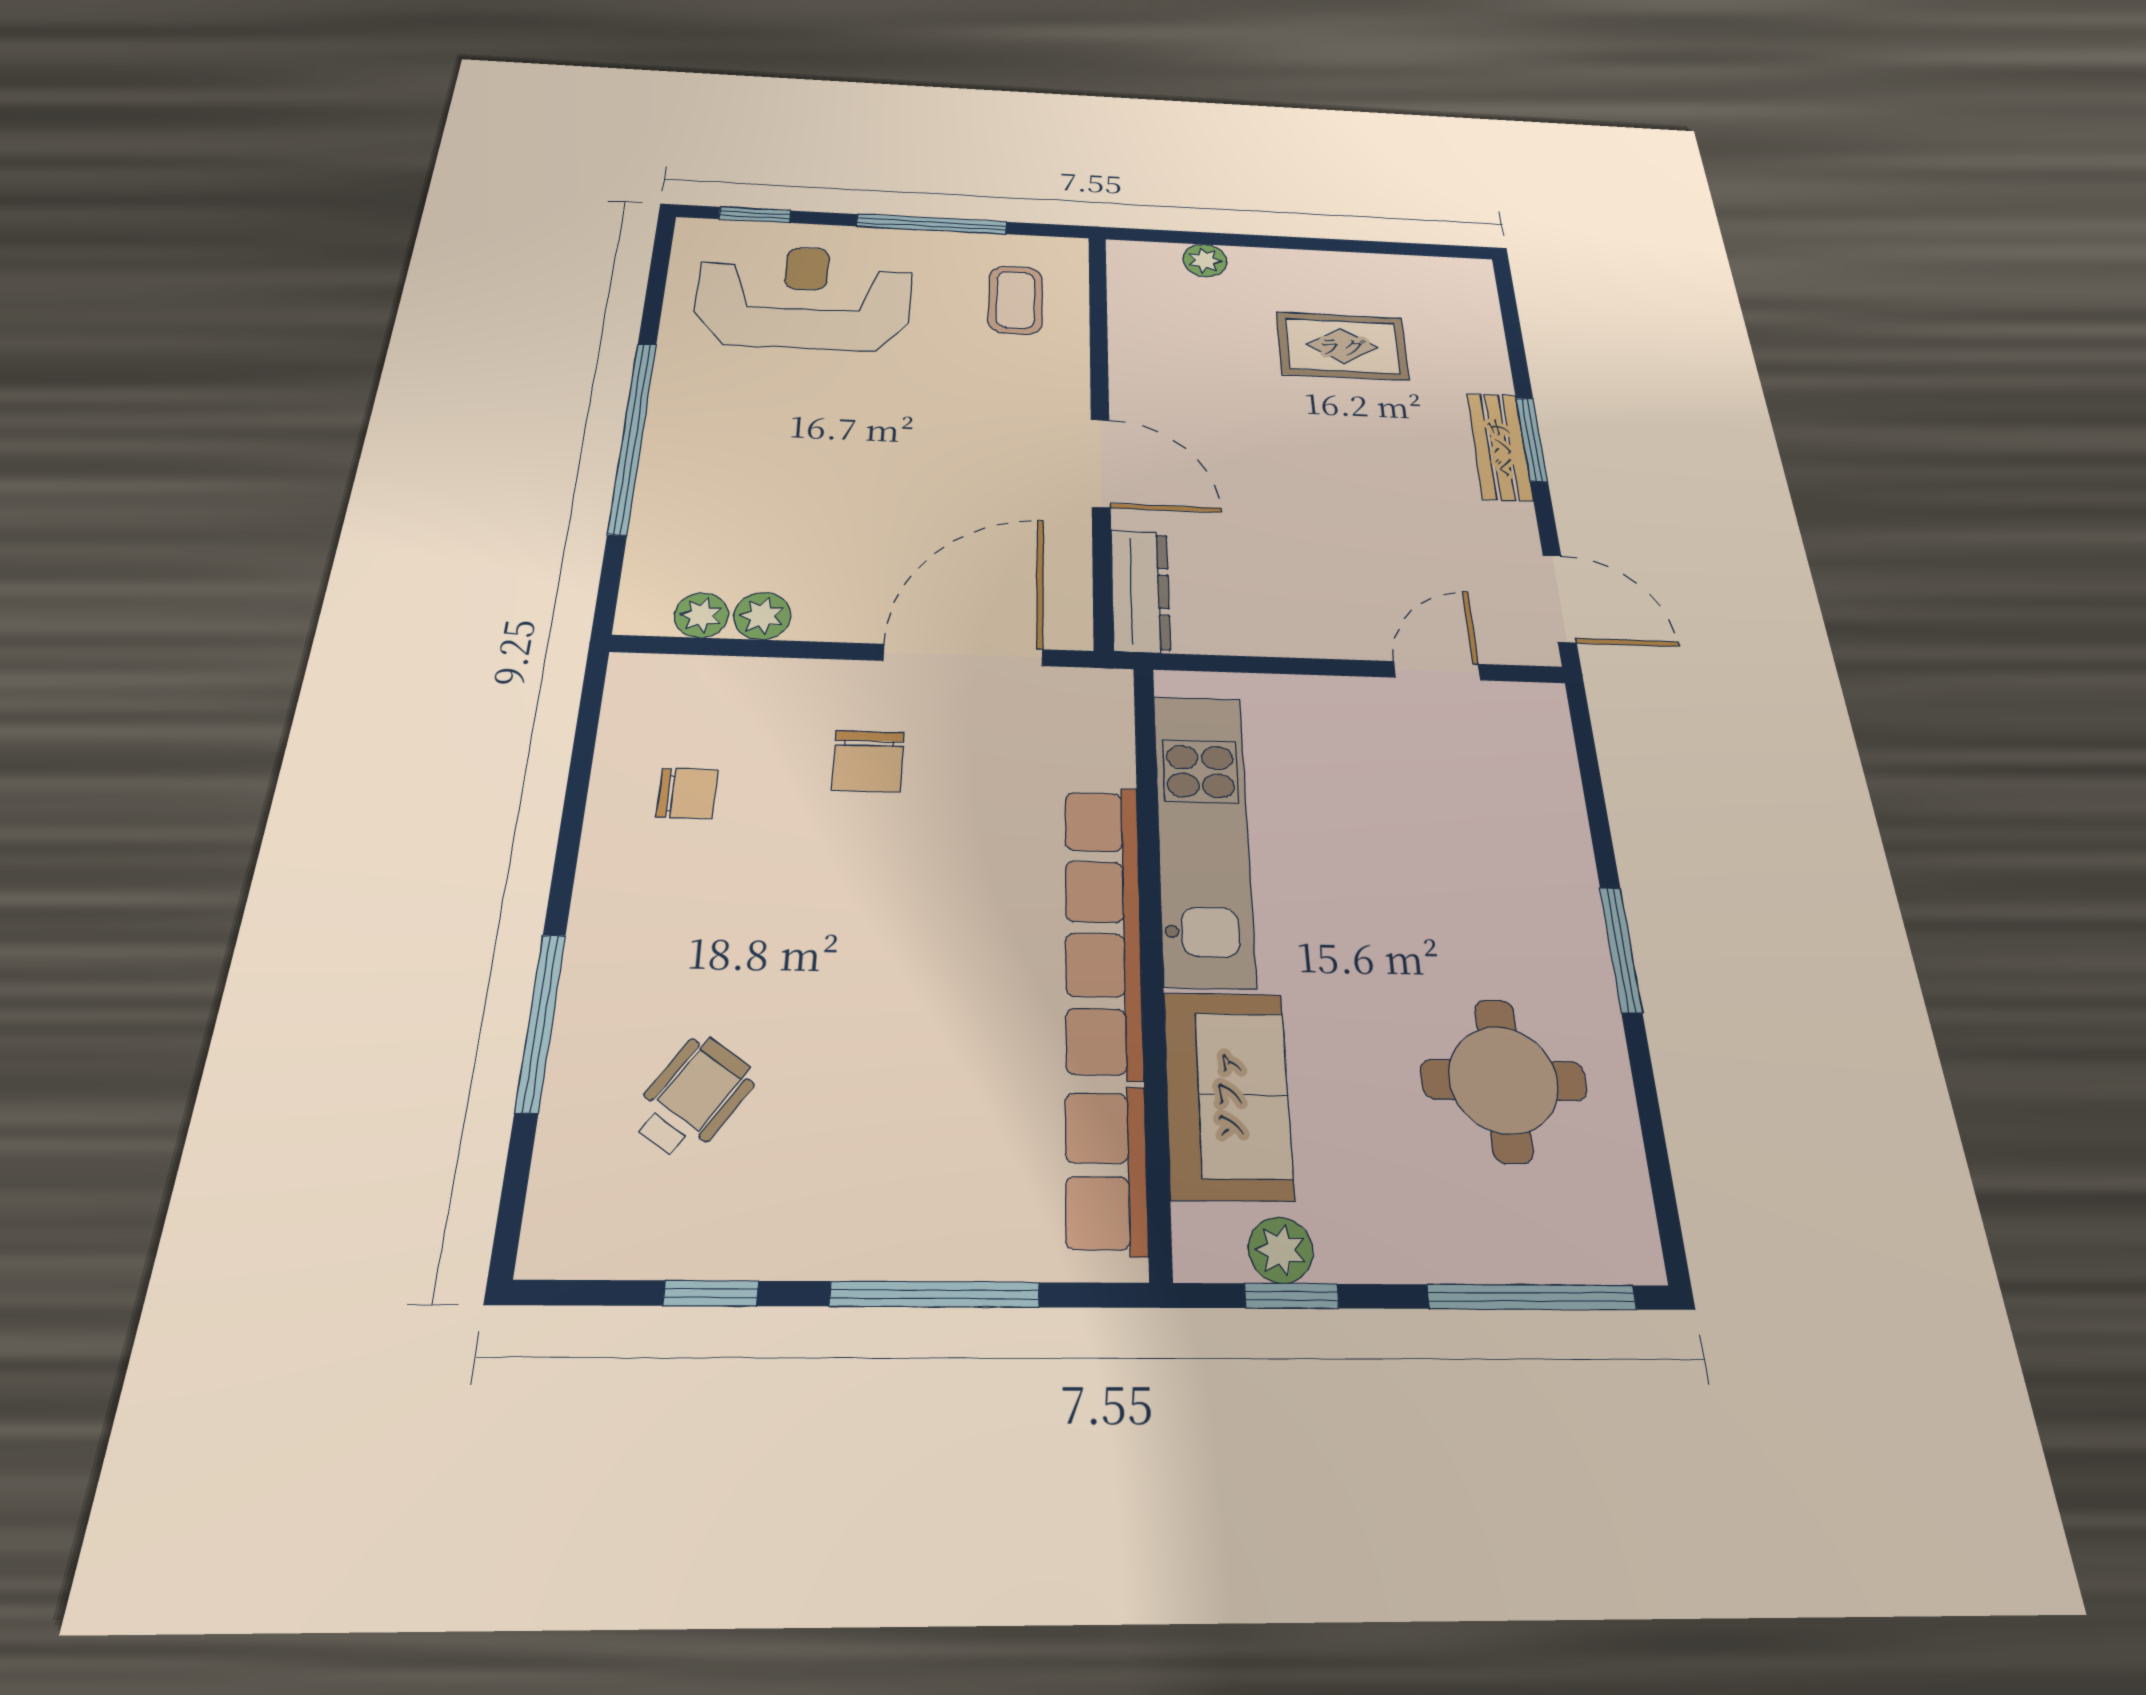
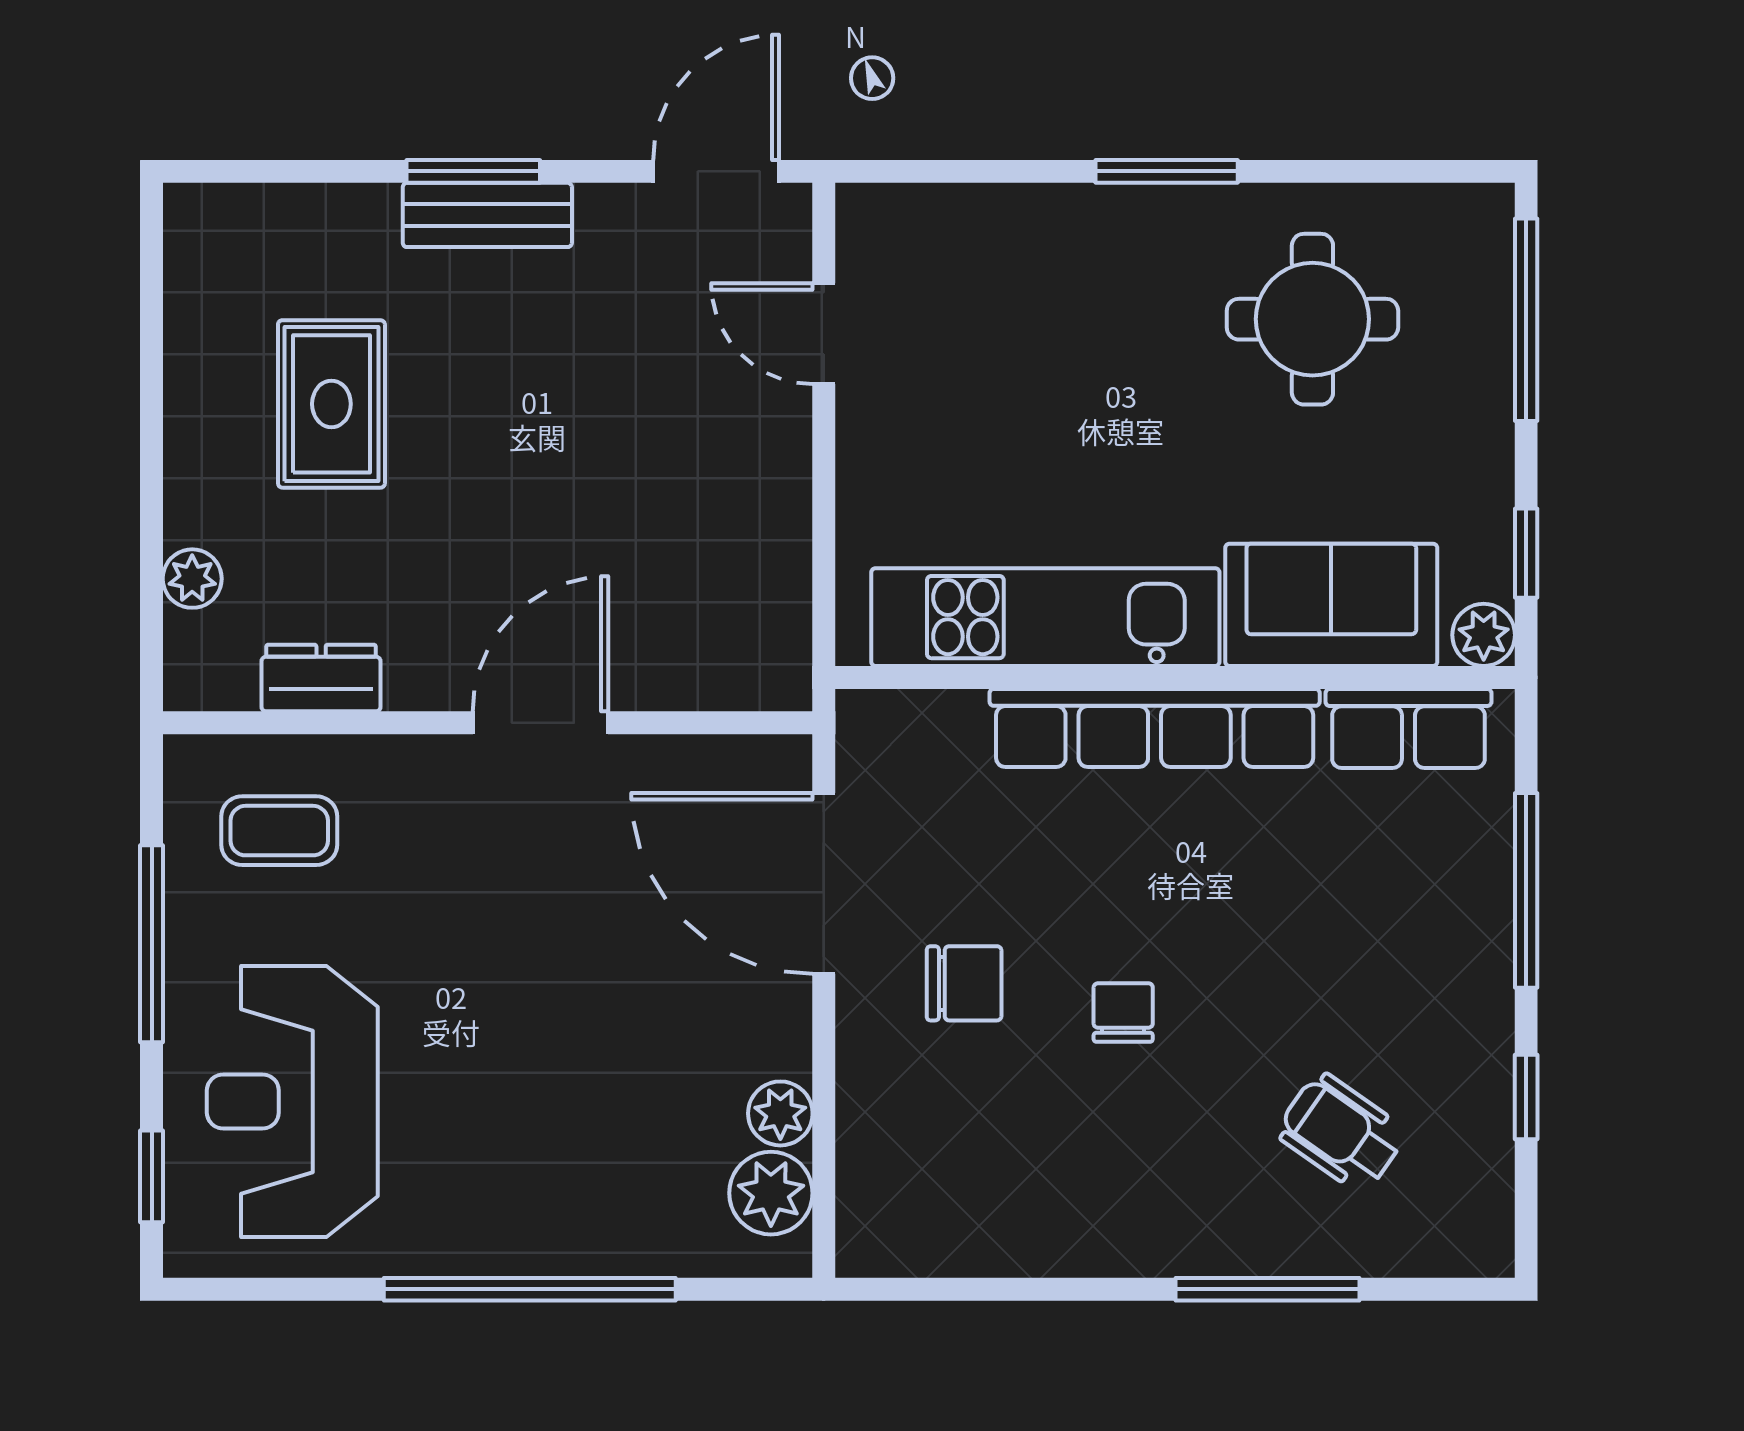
dresser: (1140, 591) -> (321, 678), moved, width x0.70
plant: (701, 615) -> (771, 1193), width x1.38, depth x1.38
chair: (687, 793) -> (1123, 1013), moved
plant: (1281, 1250) -> (1484, 635), moved

